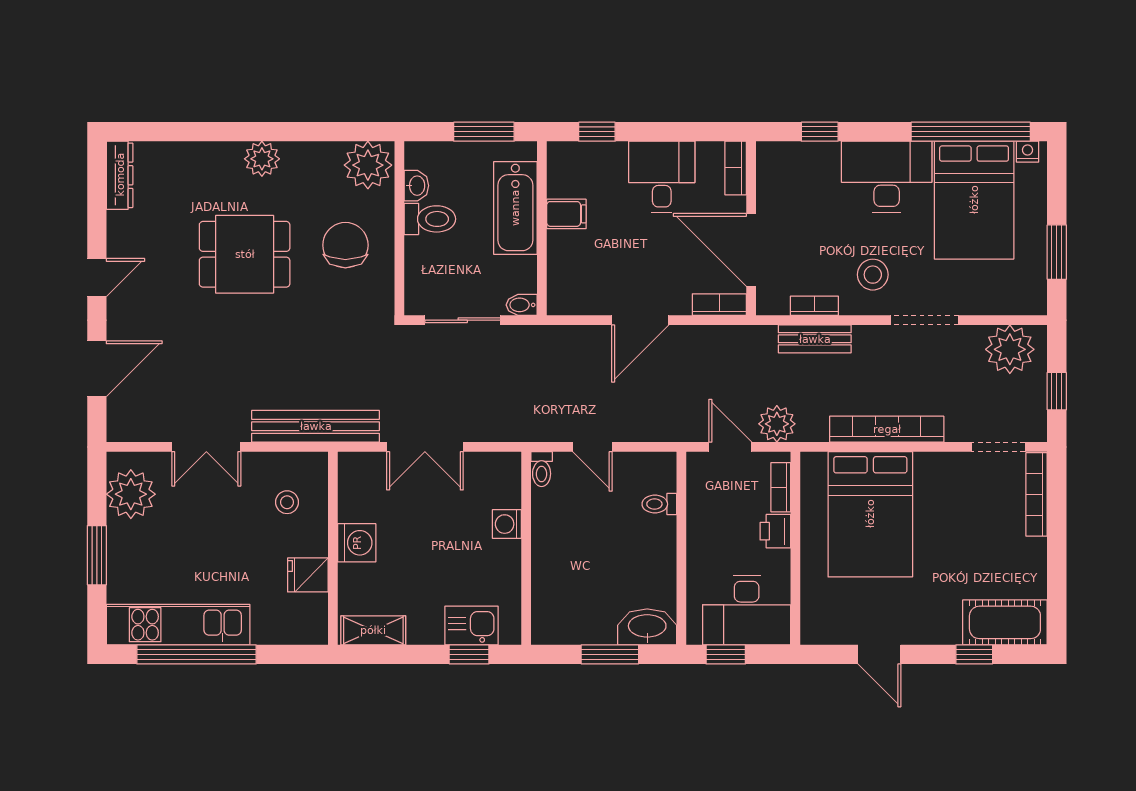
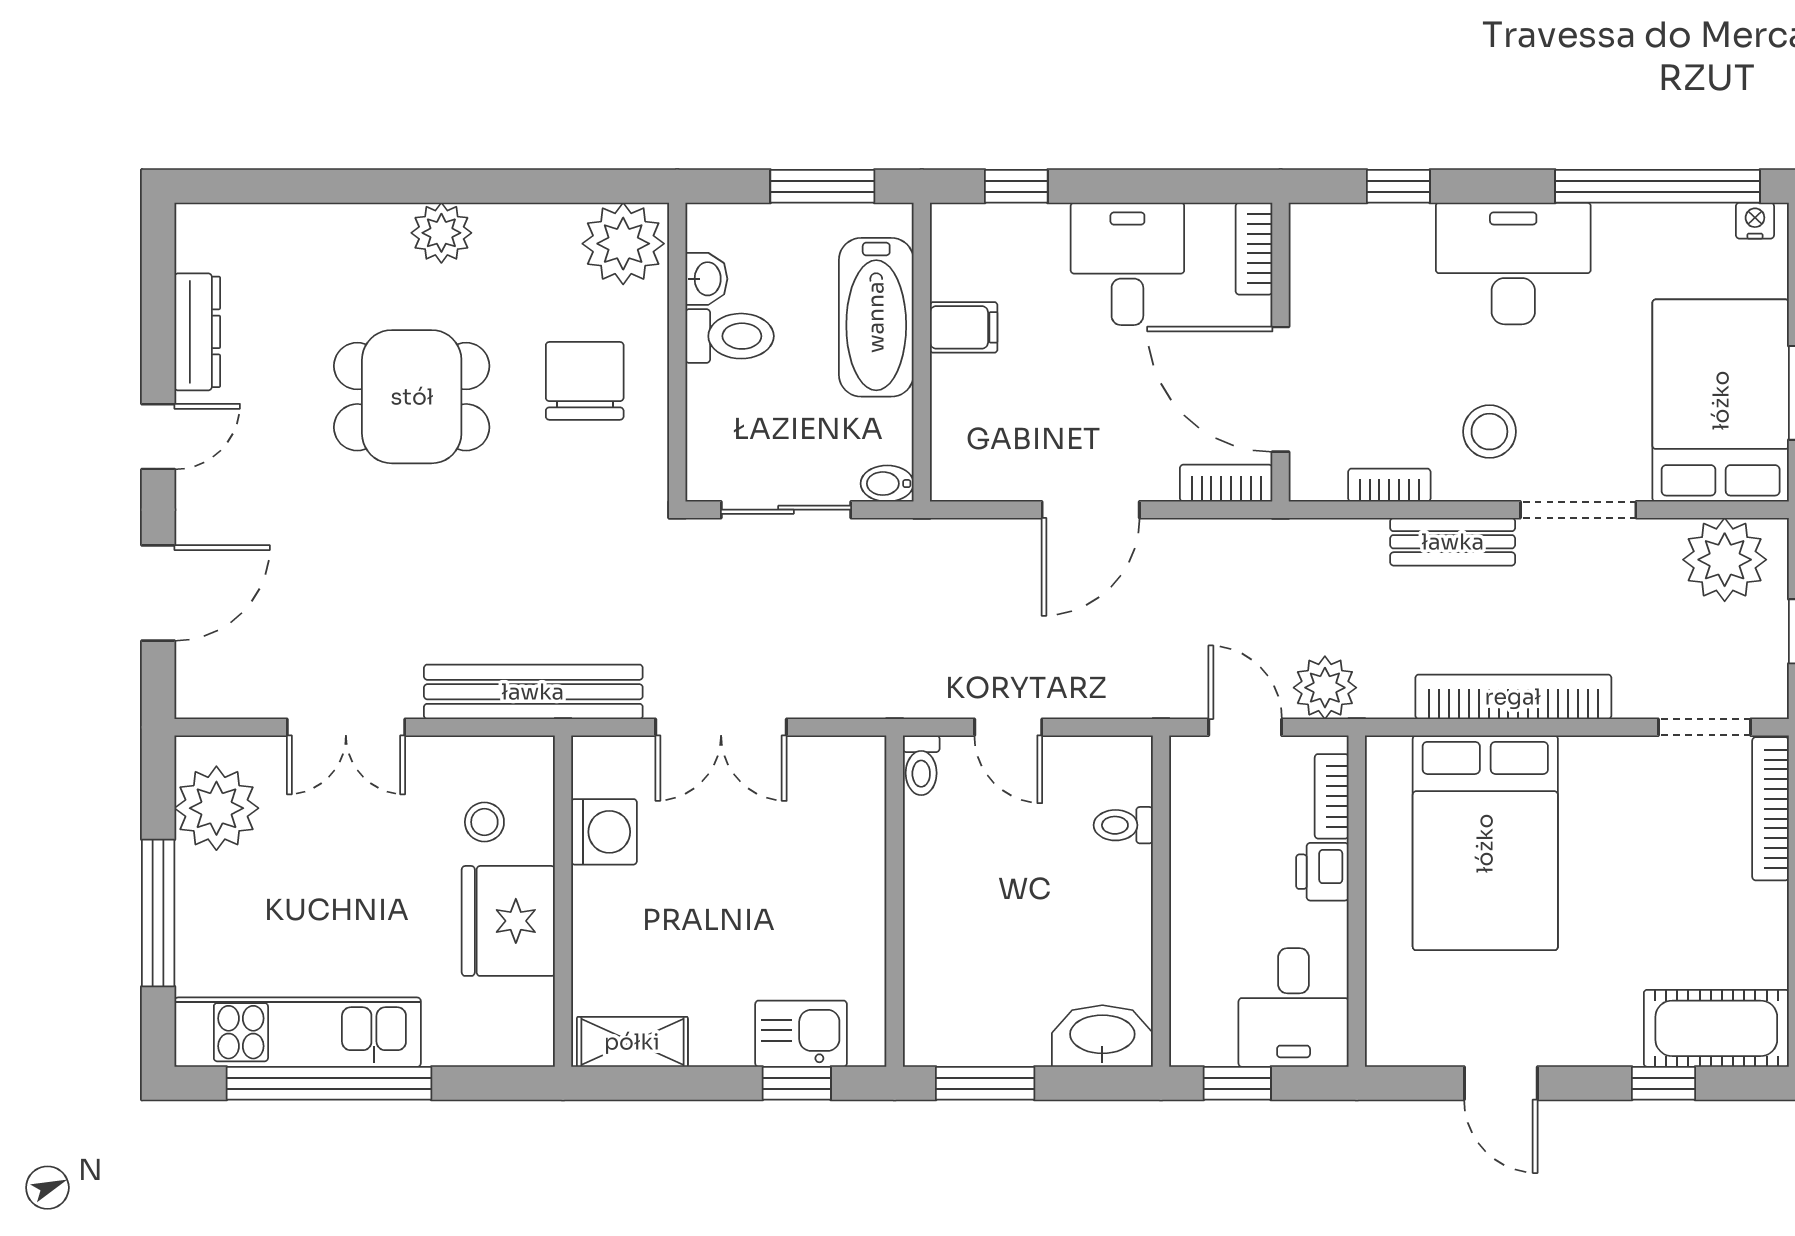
dresser: (120, 175) -> (197, 332), moved
bed: (974, 200) -> (1721, 400), moved, turned 180
bench: (815, 339) -> (1453, 542), moved
washing machine: (507, 524) -> (862, 860), removed
washing machine: (357, 543) -> (604, 832), moved
window: (97, 555) -> (158, 913), width x1.44
fridge: (308, 575) -> (508, 921), width x1.88, depth x1.34
desk: (747, 610) -> (1294, 1008), width x0.73
window: (610, 654) -> (985, 1083), moved

